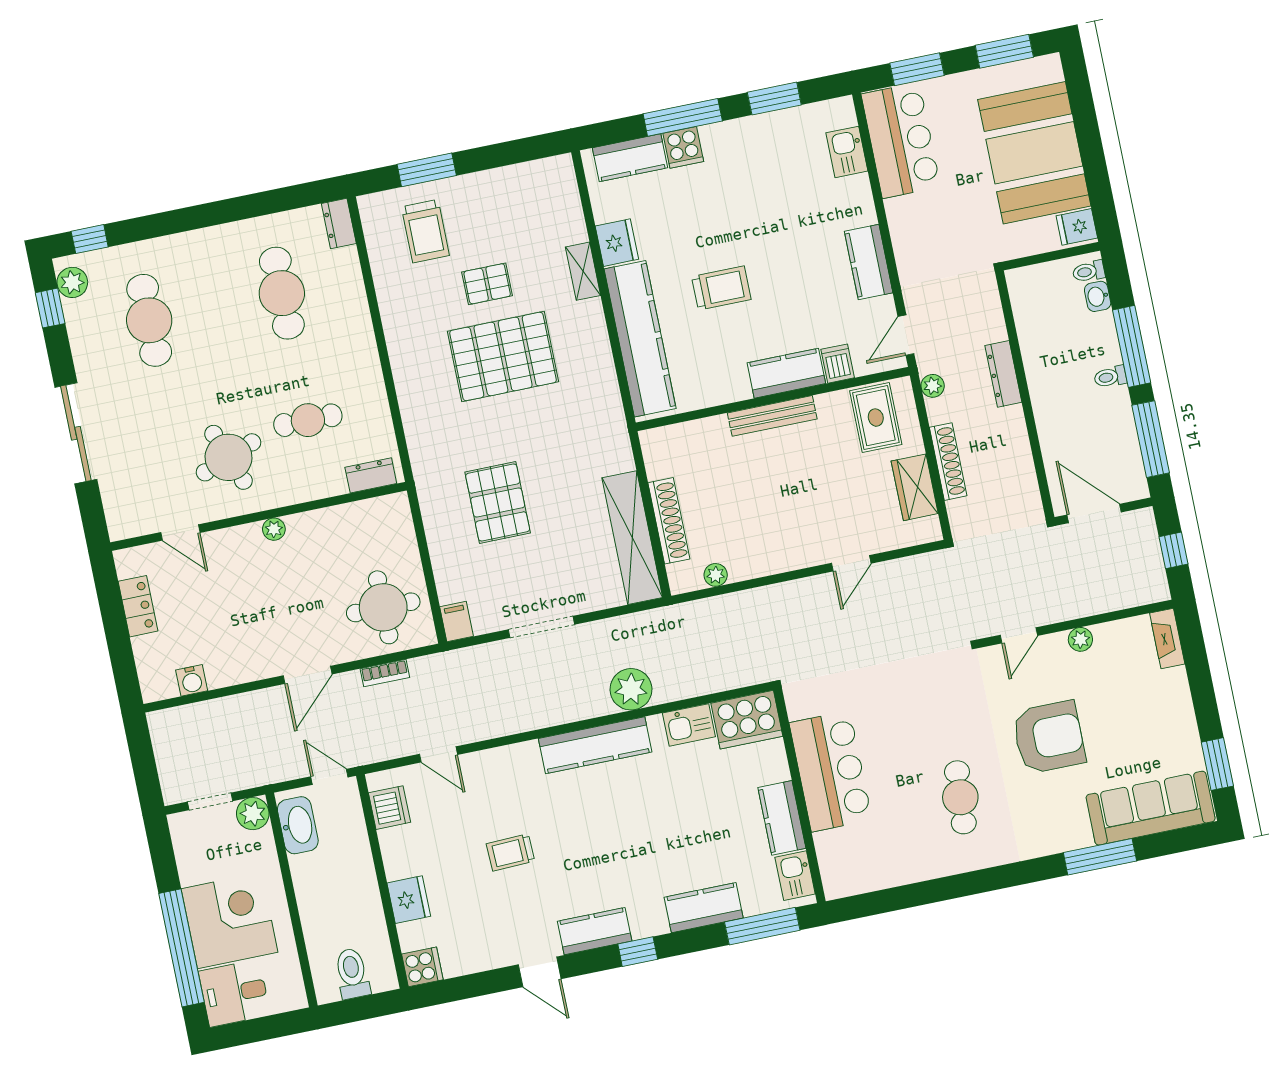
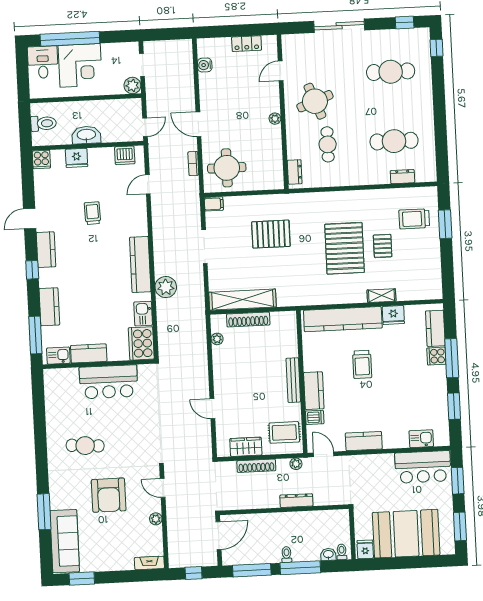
dresser: (339, 223) -> (402, 177), moved
plant: (72, 282) -> (416, 36), removed
washbasin: (298, 825) -> (86, 135), moved, turned 180

